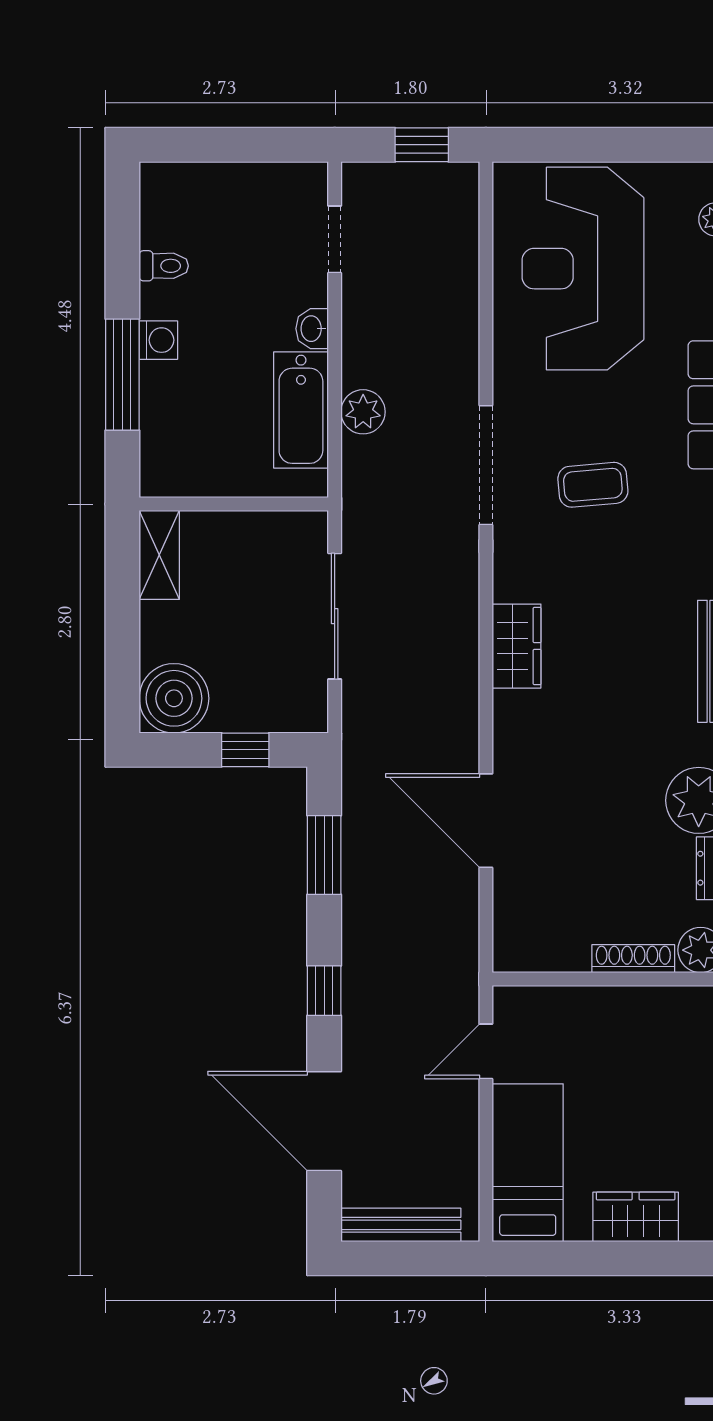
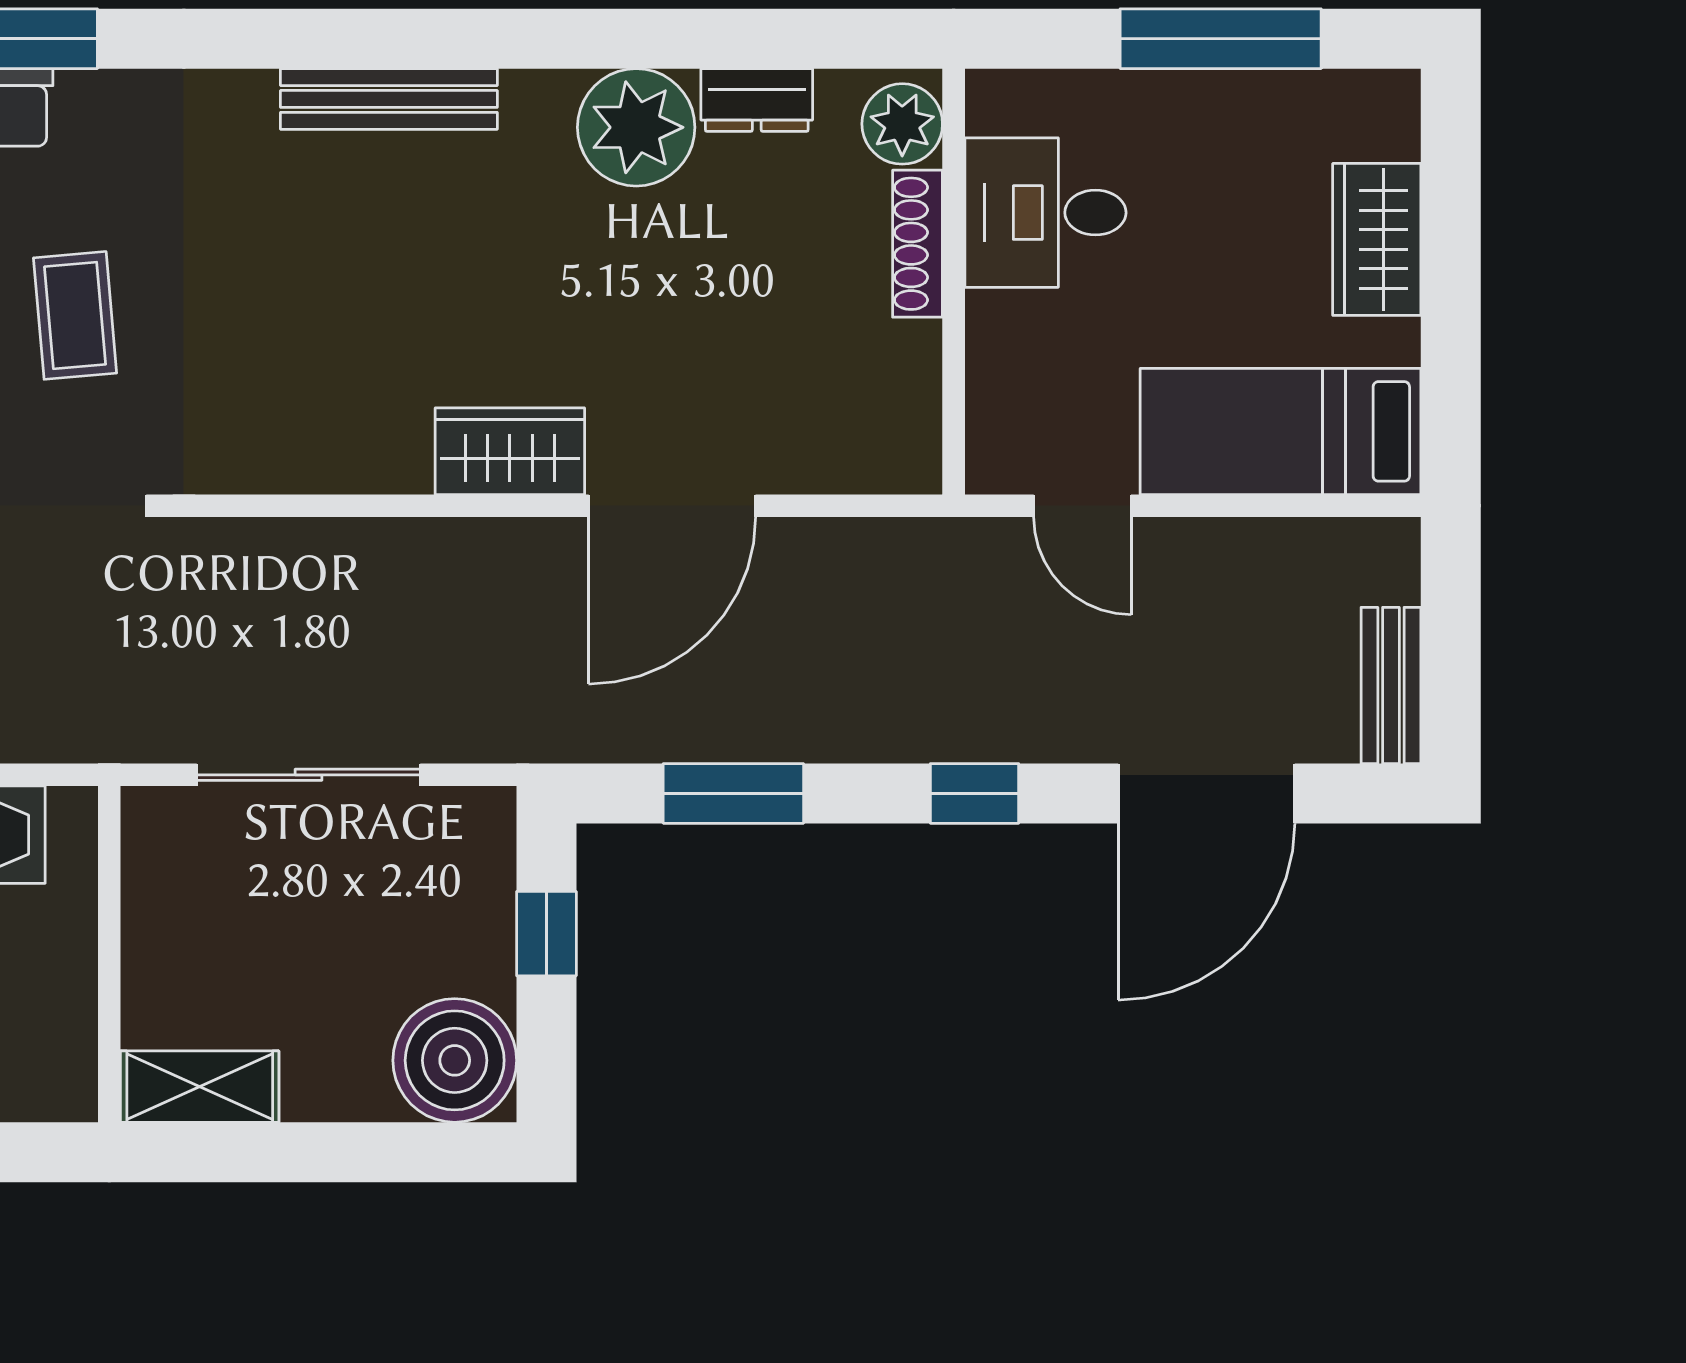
wardrobe: (517, 646) -> (510, 451), moved
desk: (651, 1031) -> (1045, 213), added
bench: (401, 1225) -> (1391, 685), width x0.73

